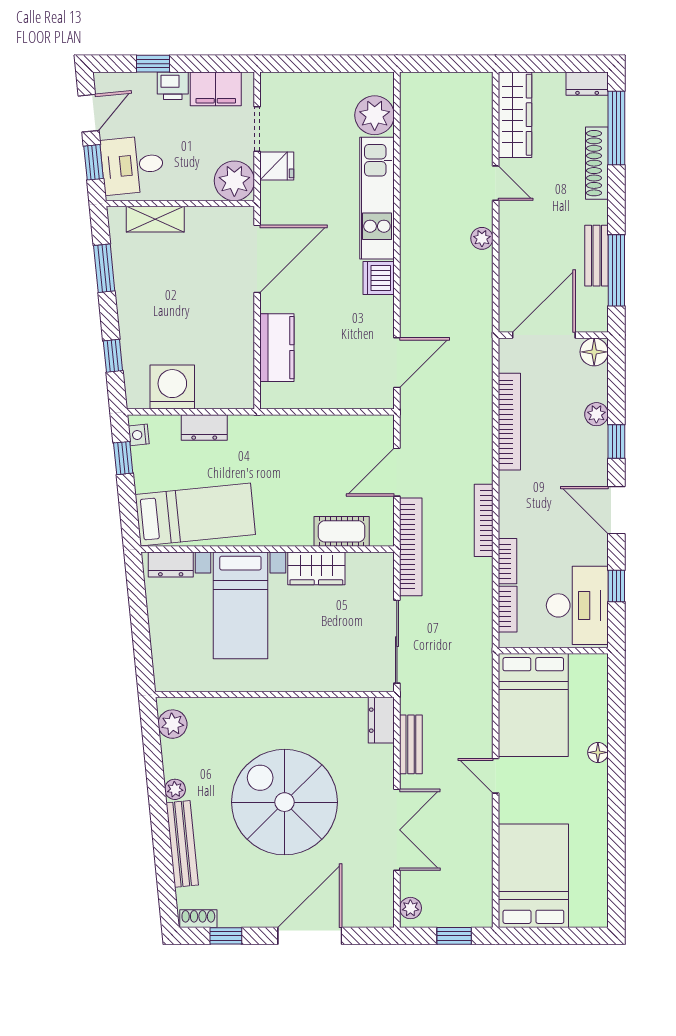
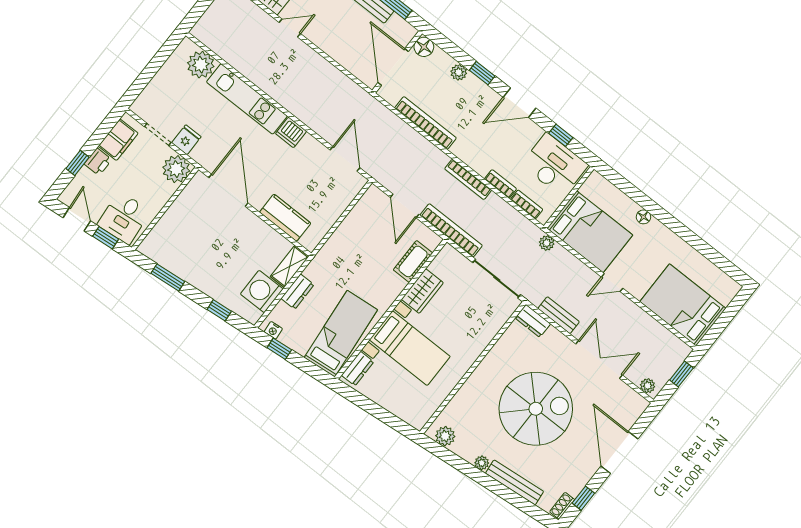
shelving: (155, 219) -> (290, 266), moved
plant: (482, 238) -> (547, 243), moved
spiral stairs: (284, 802) -> (536, 409), turned 180

